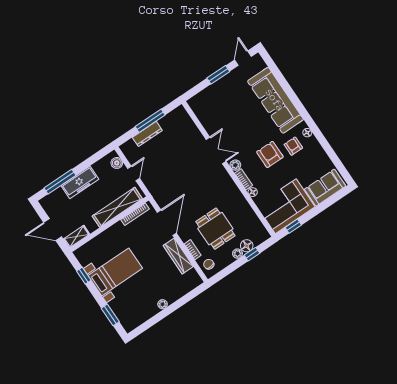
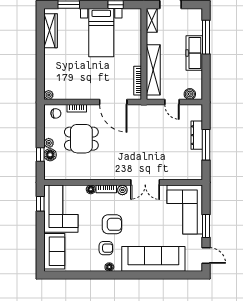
corner sofa: (216, 102) -> (185, 209), added
wardrobe: (178, 256) -> (51, 31), moved, turned 90
plant: (163, 304) -> (49, 95), moved

